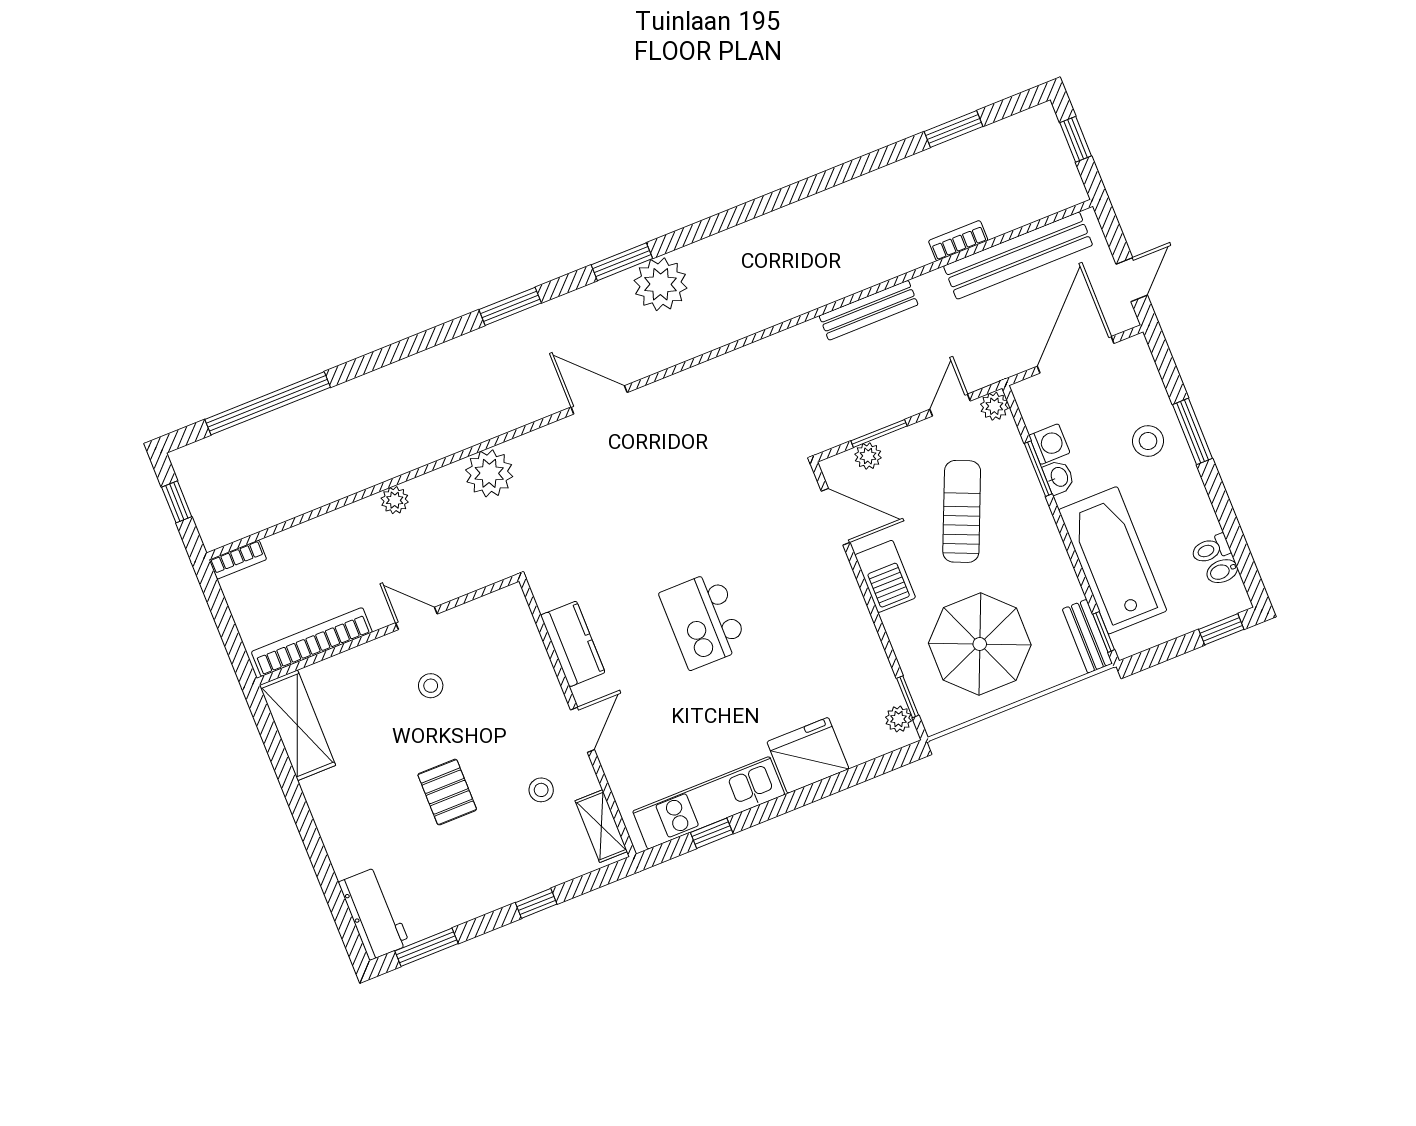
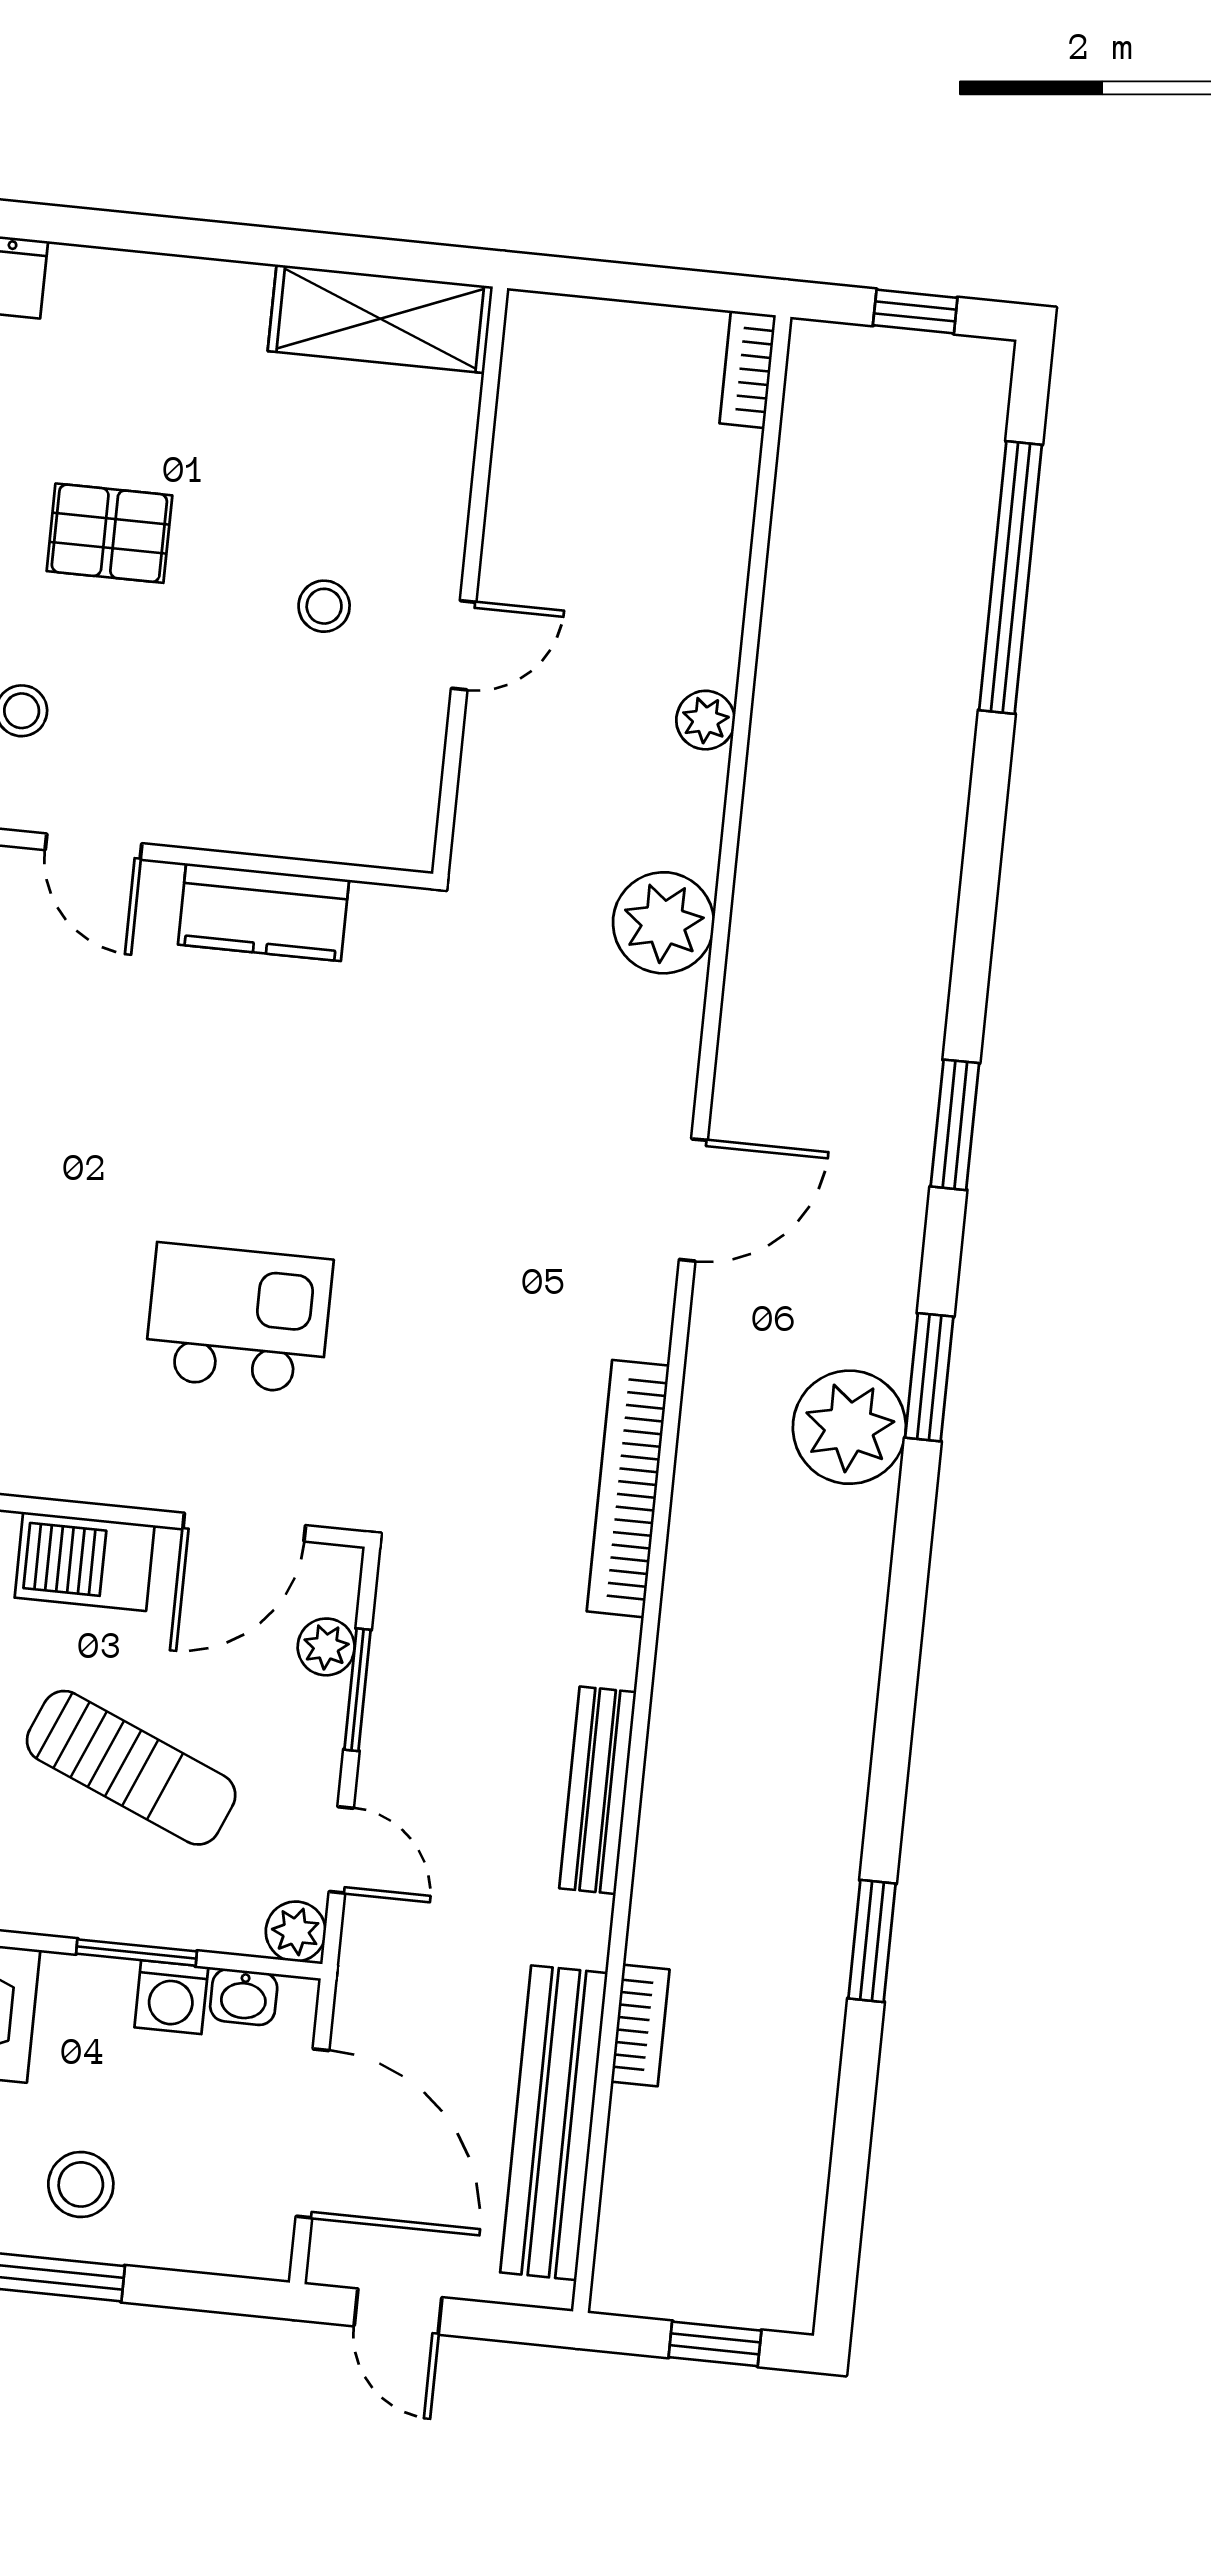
window: (953, 129) -> (872, 1941), moved
washbasin: (1059, 477) -> (244, 1997), moved
kitchen island: (704, 620) -> (239, 1318), moved
bookcase: (312, 642) -> (628, 1489), moved, turned 180

